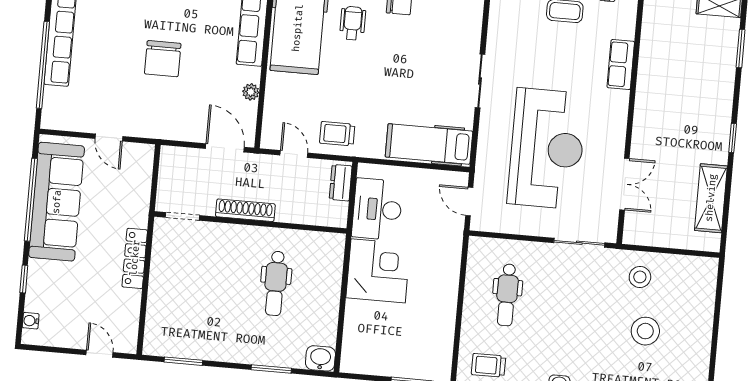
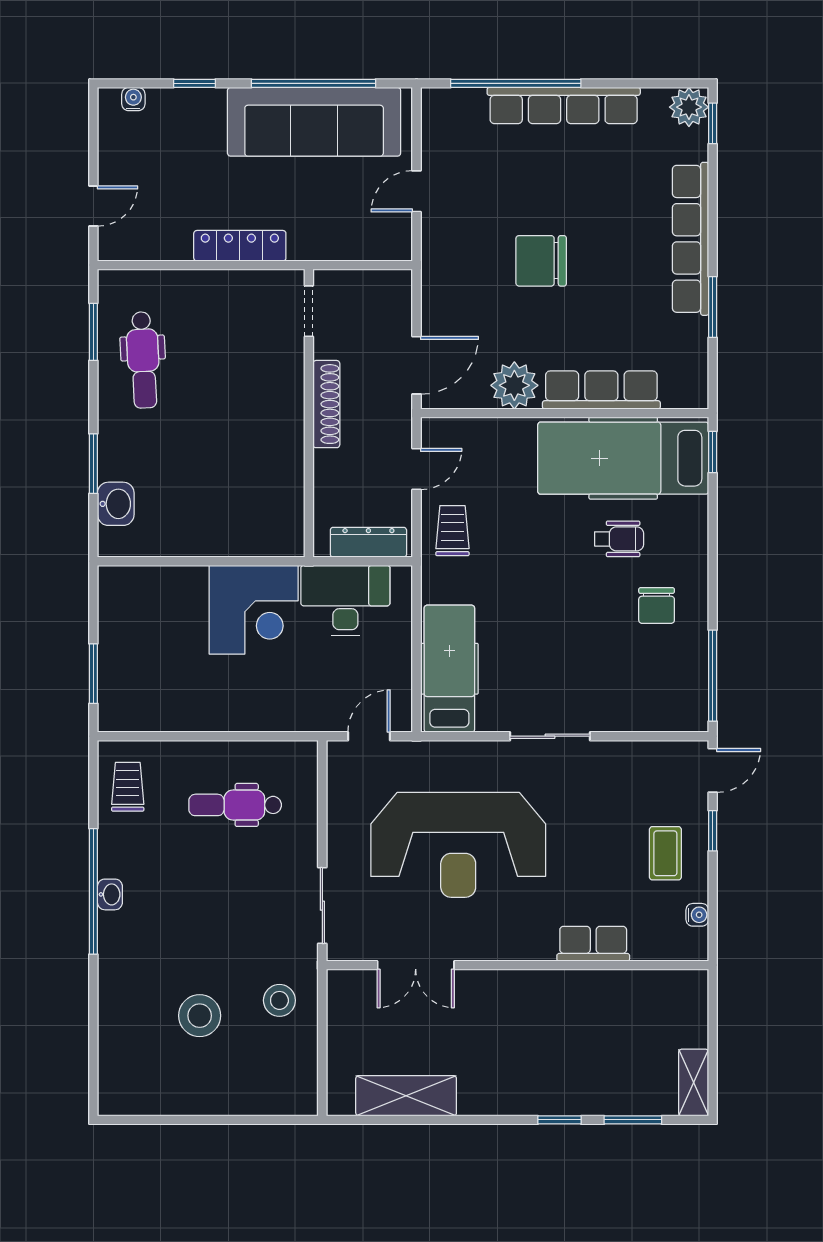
plant: (251, 92) -> (514, 385), width x1.87, depth x1.87
window: (733, 138) -> (559, 1120), moved
dresser: (341, 183) -> (368, 542), width x1.44
dental chair: (276, 283) -> (143, 360), moved, turned -93
washbasin: (320, 358) -> (116, 504), moved

